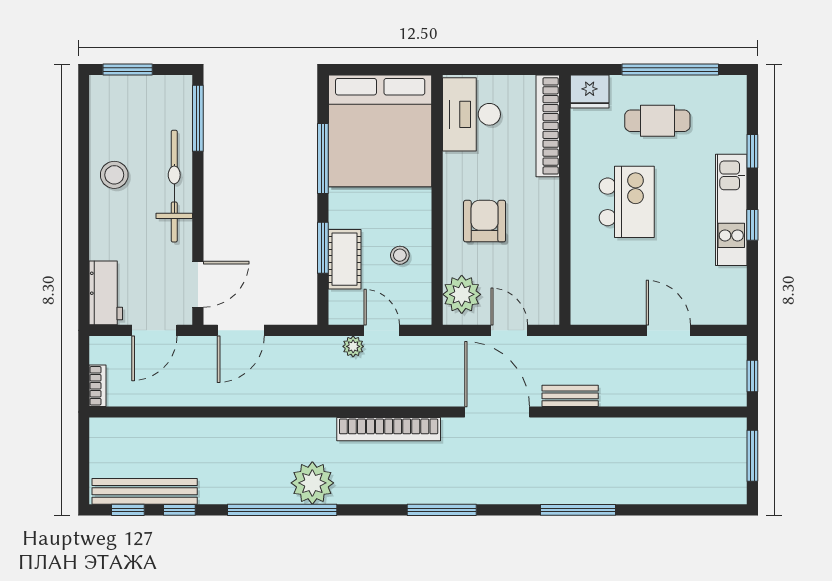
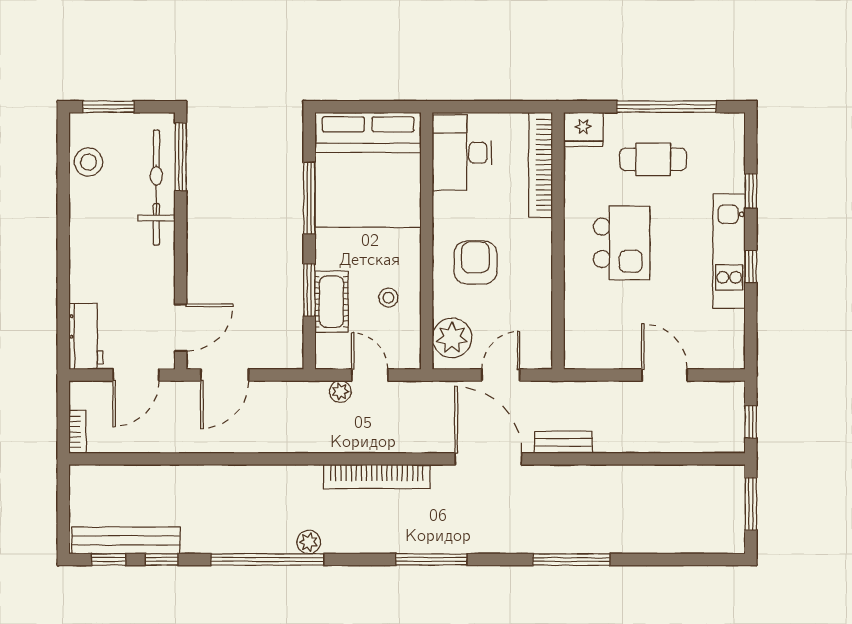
stool: (114, 175) -> (88, 162), moved
bicycle: (174, 186) -> (156, 187), moved
door: (509, 330) -> (501, 375), hinge flipped
plant: (312, 483) -> (309, 542), width x0.53, depth x0.53

